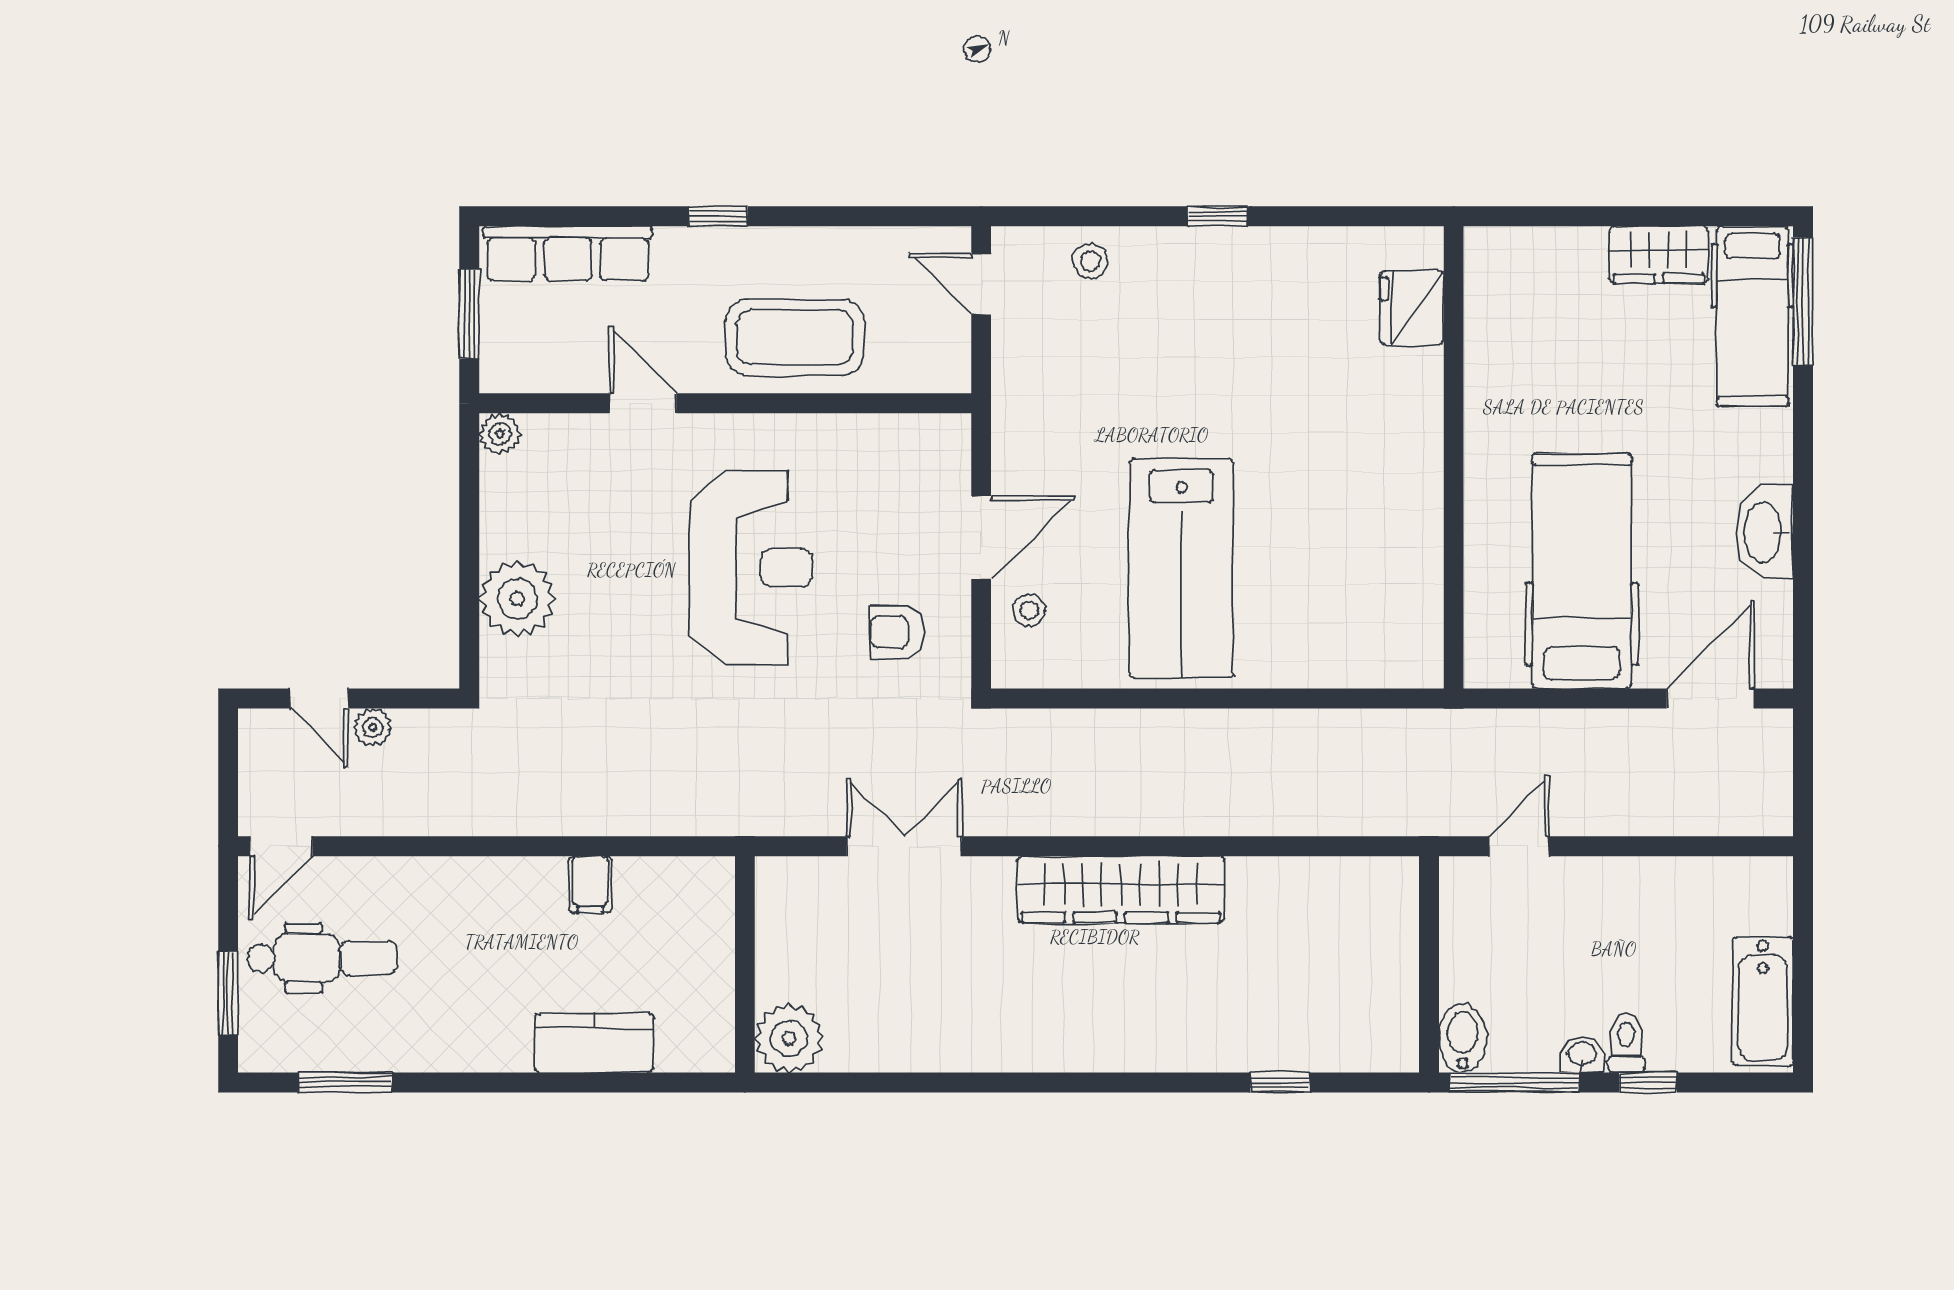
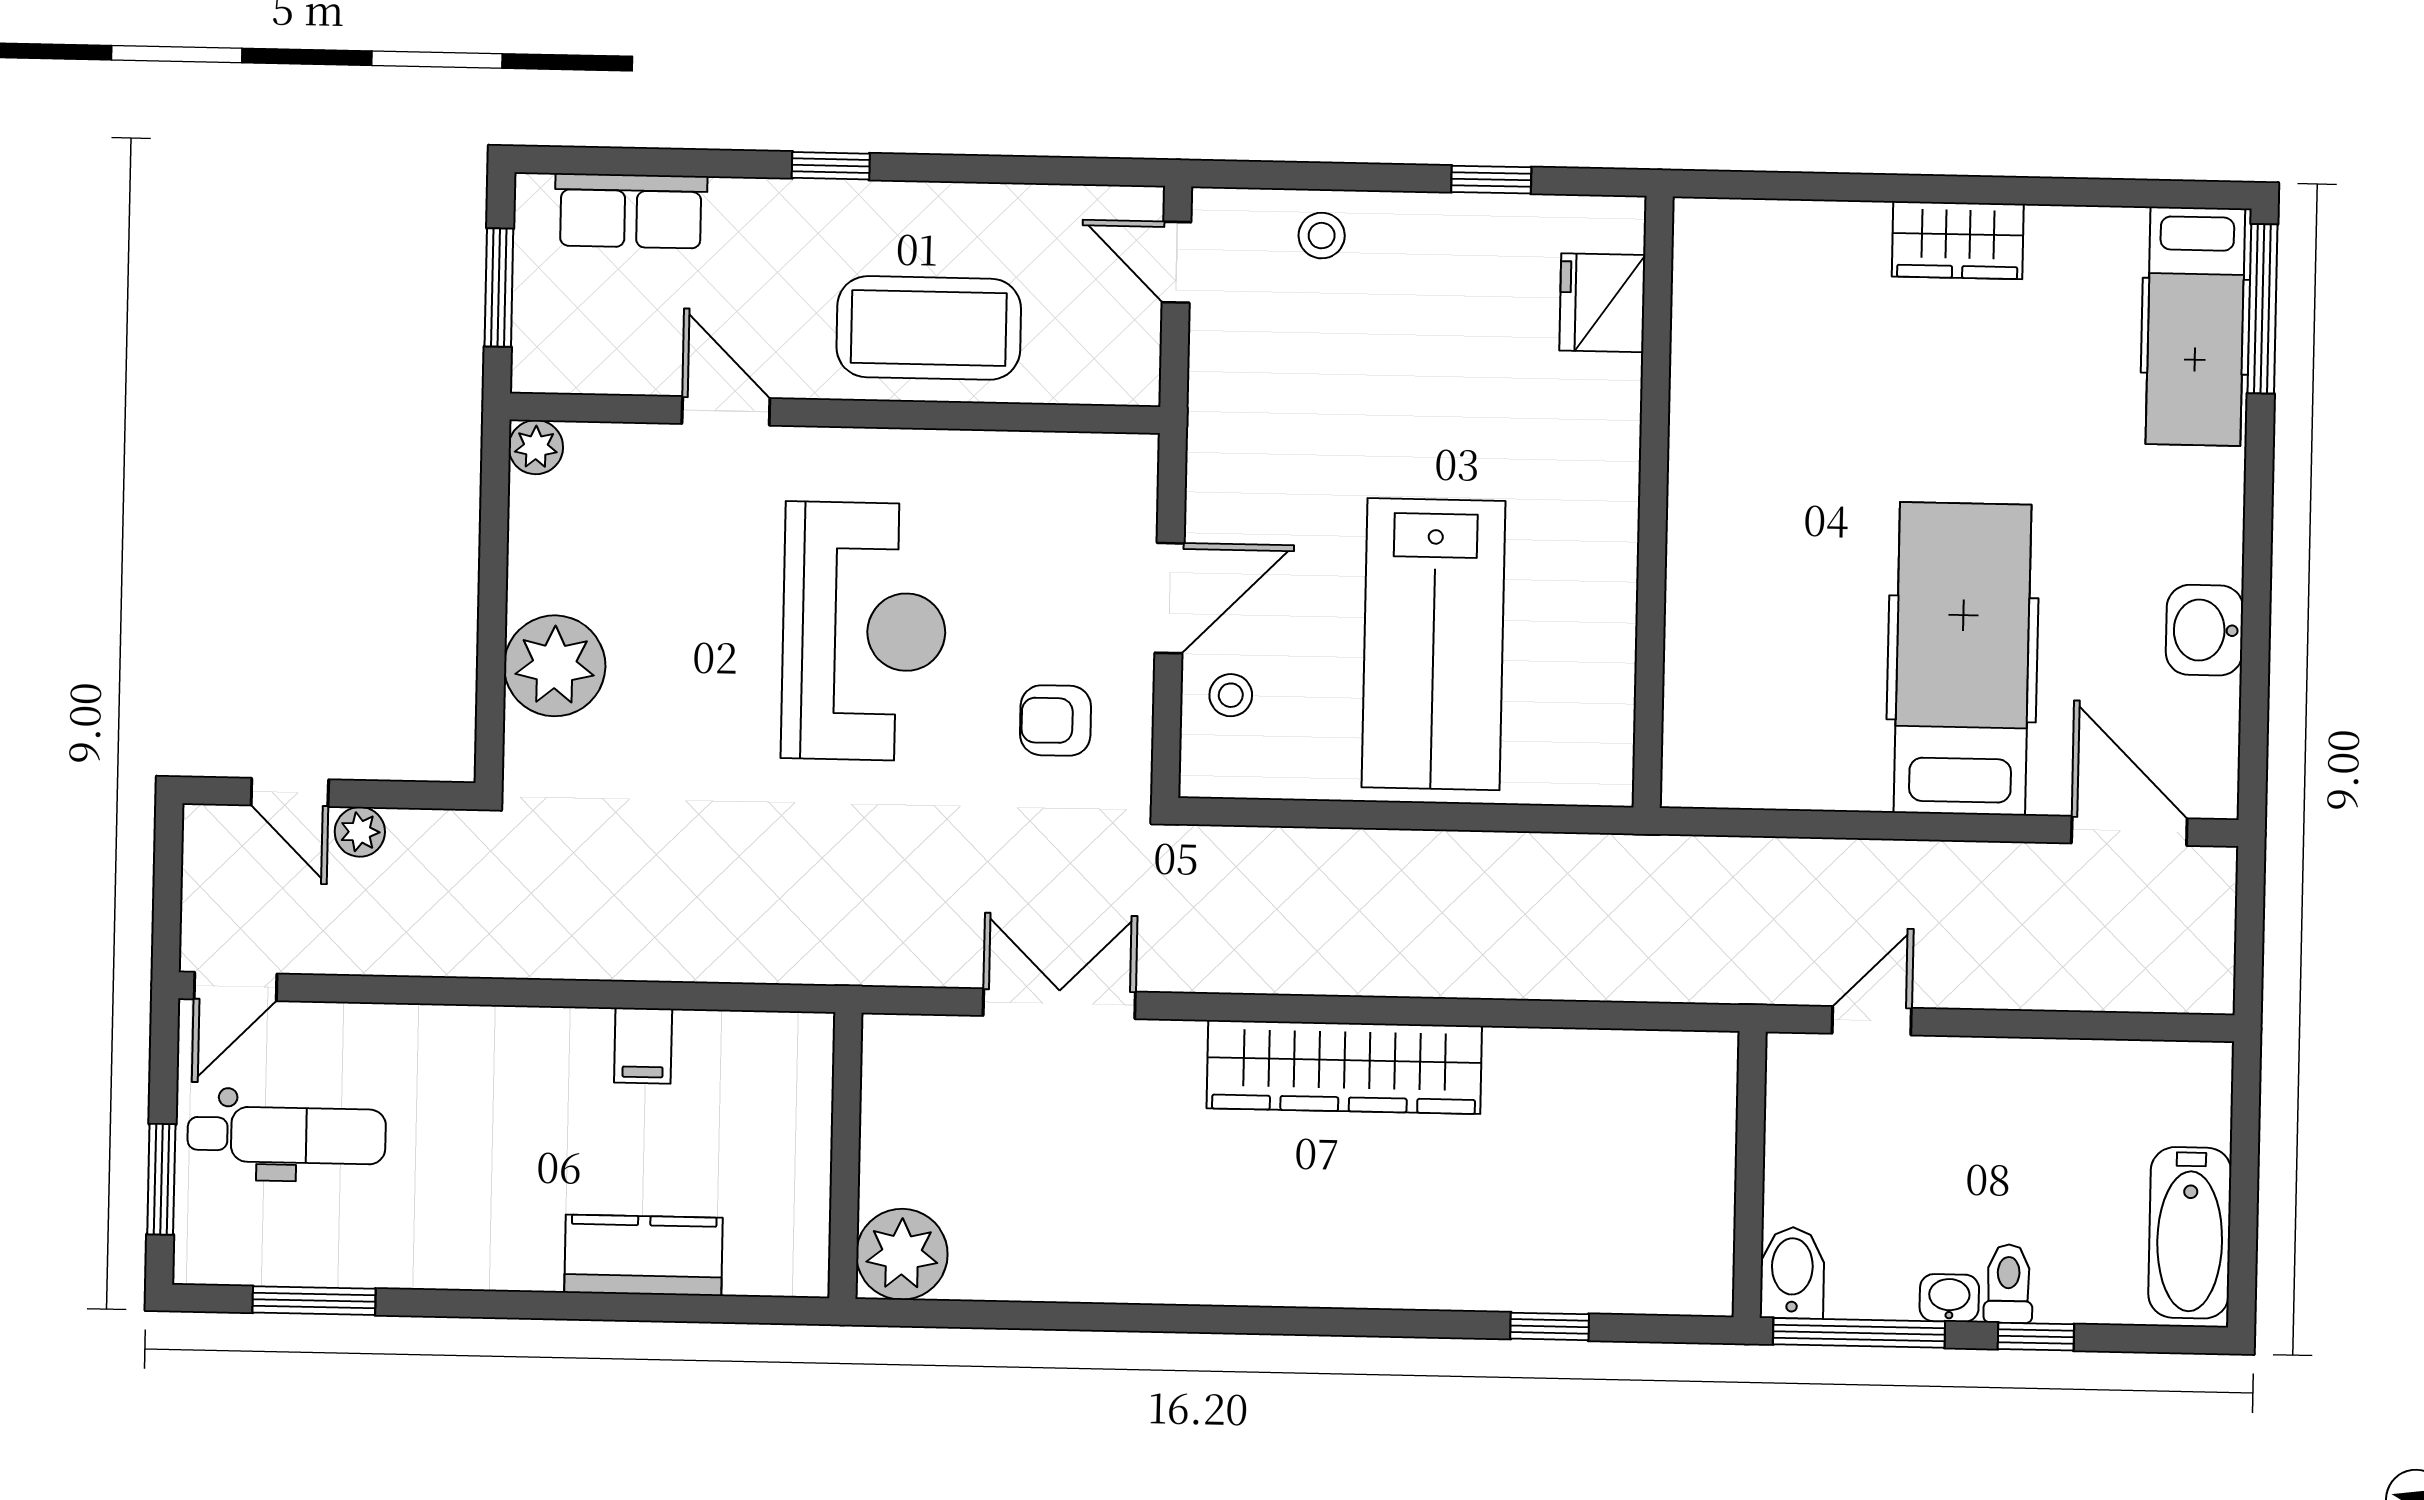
row of seats: (568, 254) -> (631, 211), width x0.68
wardrobe: (1659, 255) -> (1958, 240), moved
fridge: (1412, 308) -> (1602, 303), moved
wall: (1454, 457) -> (1653, 502), moved
washbasin: (1764, 533) -> (2205, 630), width x0.72
door: (1711, 699) -> (2129, 831), hinge flipped

